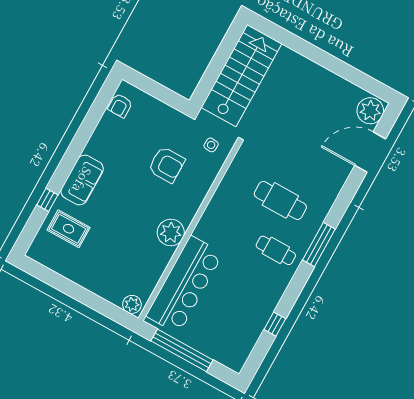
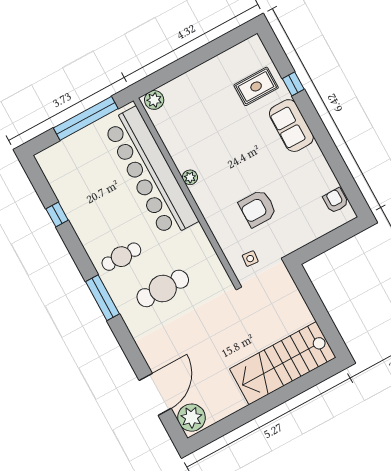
stairs: (242, 76) -> (283, 363), moved, turned 90
plant: (171, 233) -> (190, 177), width x0.53, depth x0.53
bar counter: (185, 285) -> (150, 173), width x1.36

